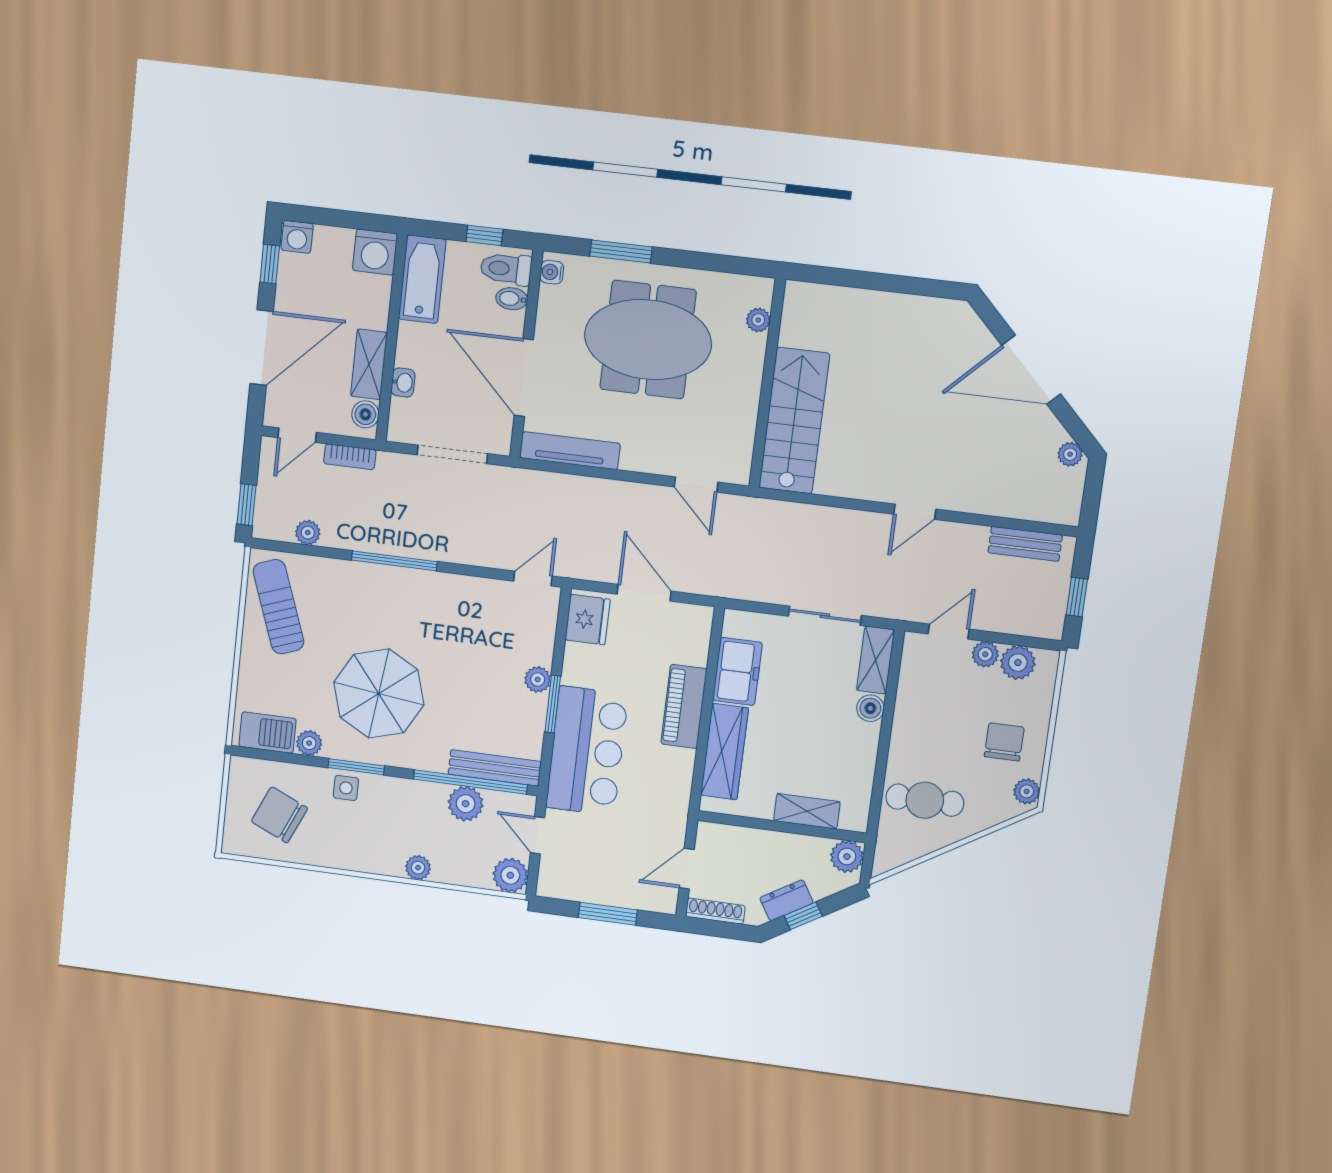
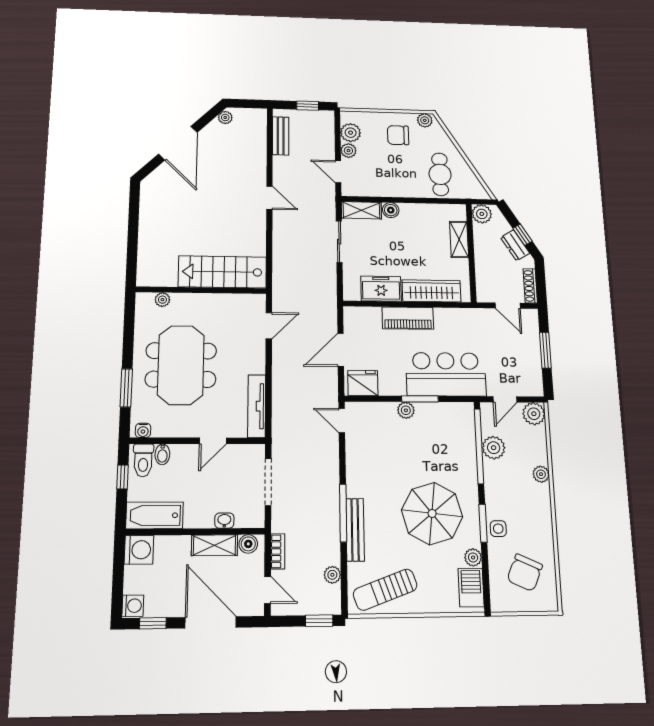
door: (524, 378) -> (213, 441), width x0.53
bench: (495, 768) -> (355, 530), moved

